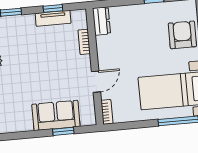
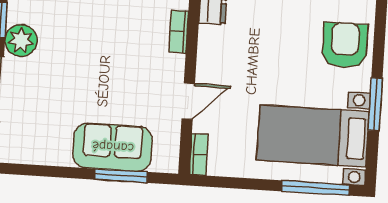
window: (63, 131) -> (121, 176), width x1.50

